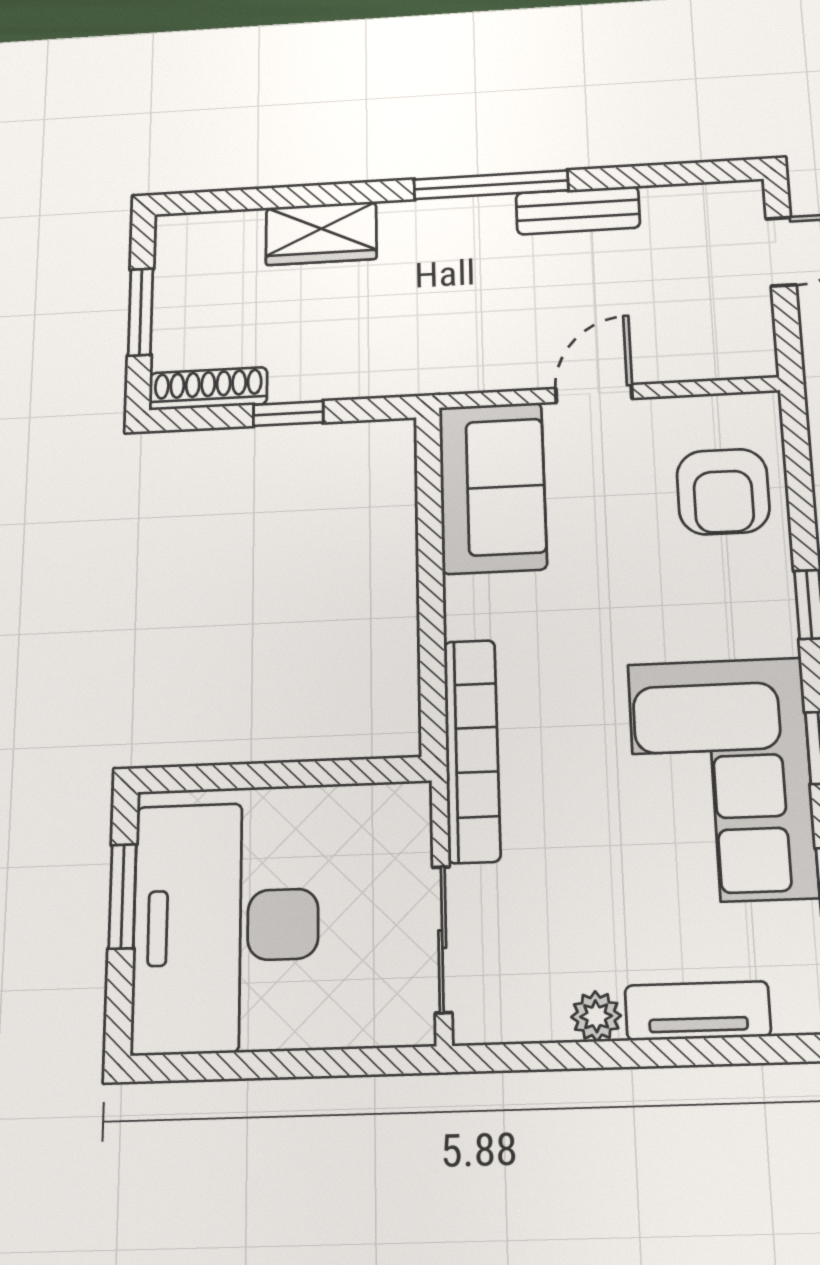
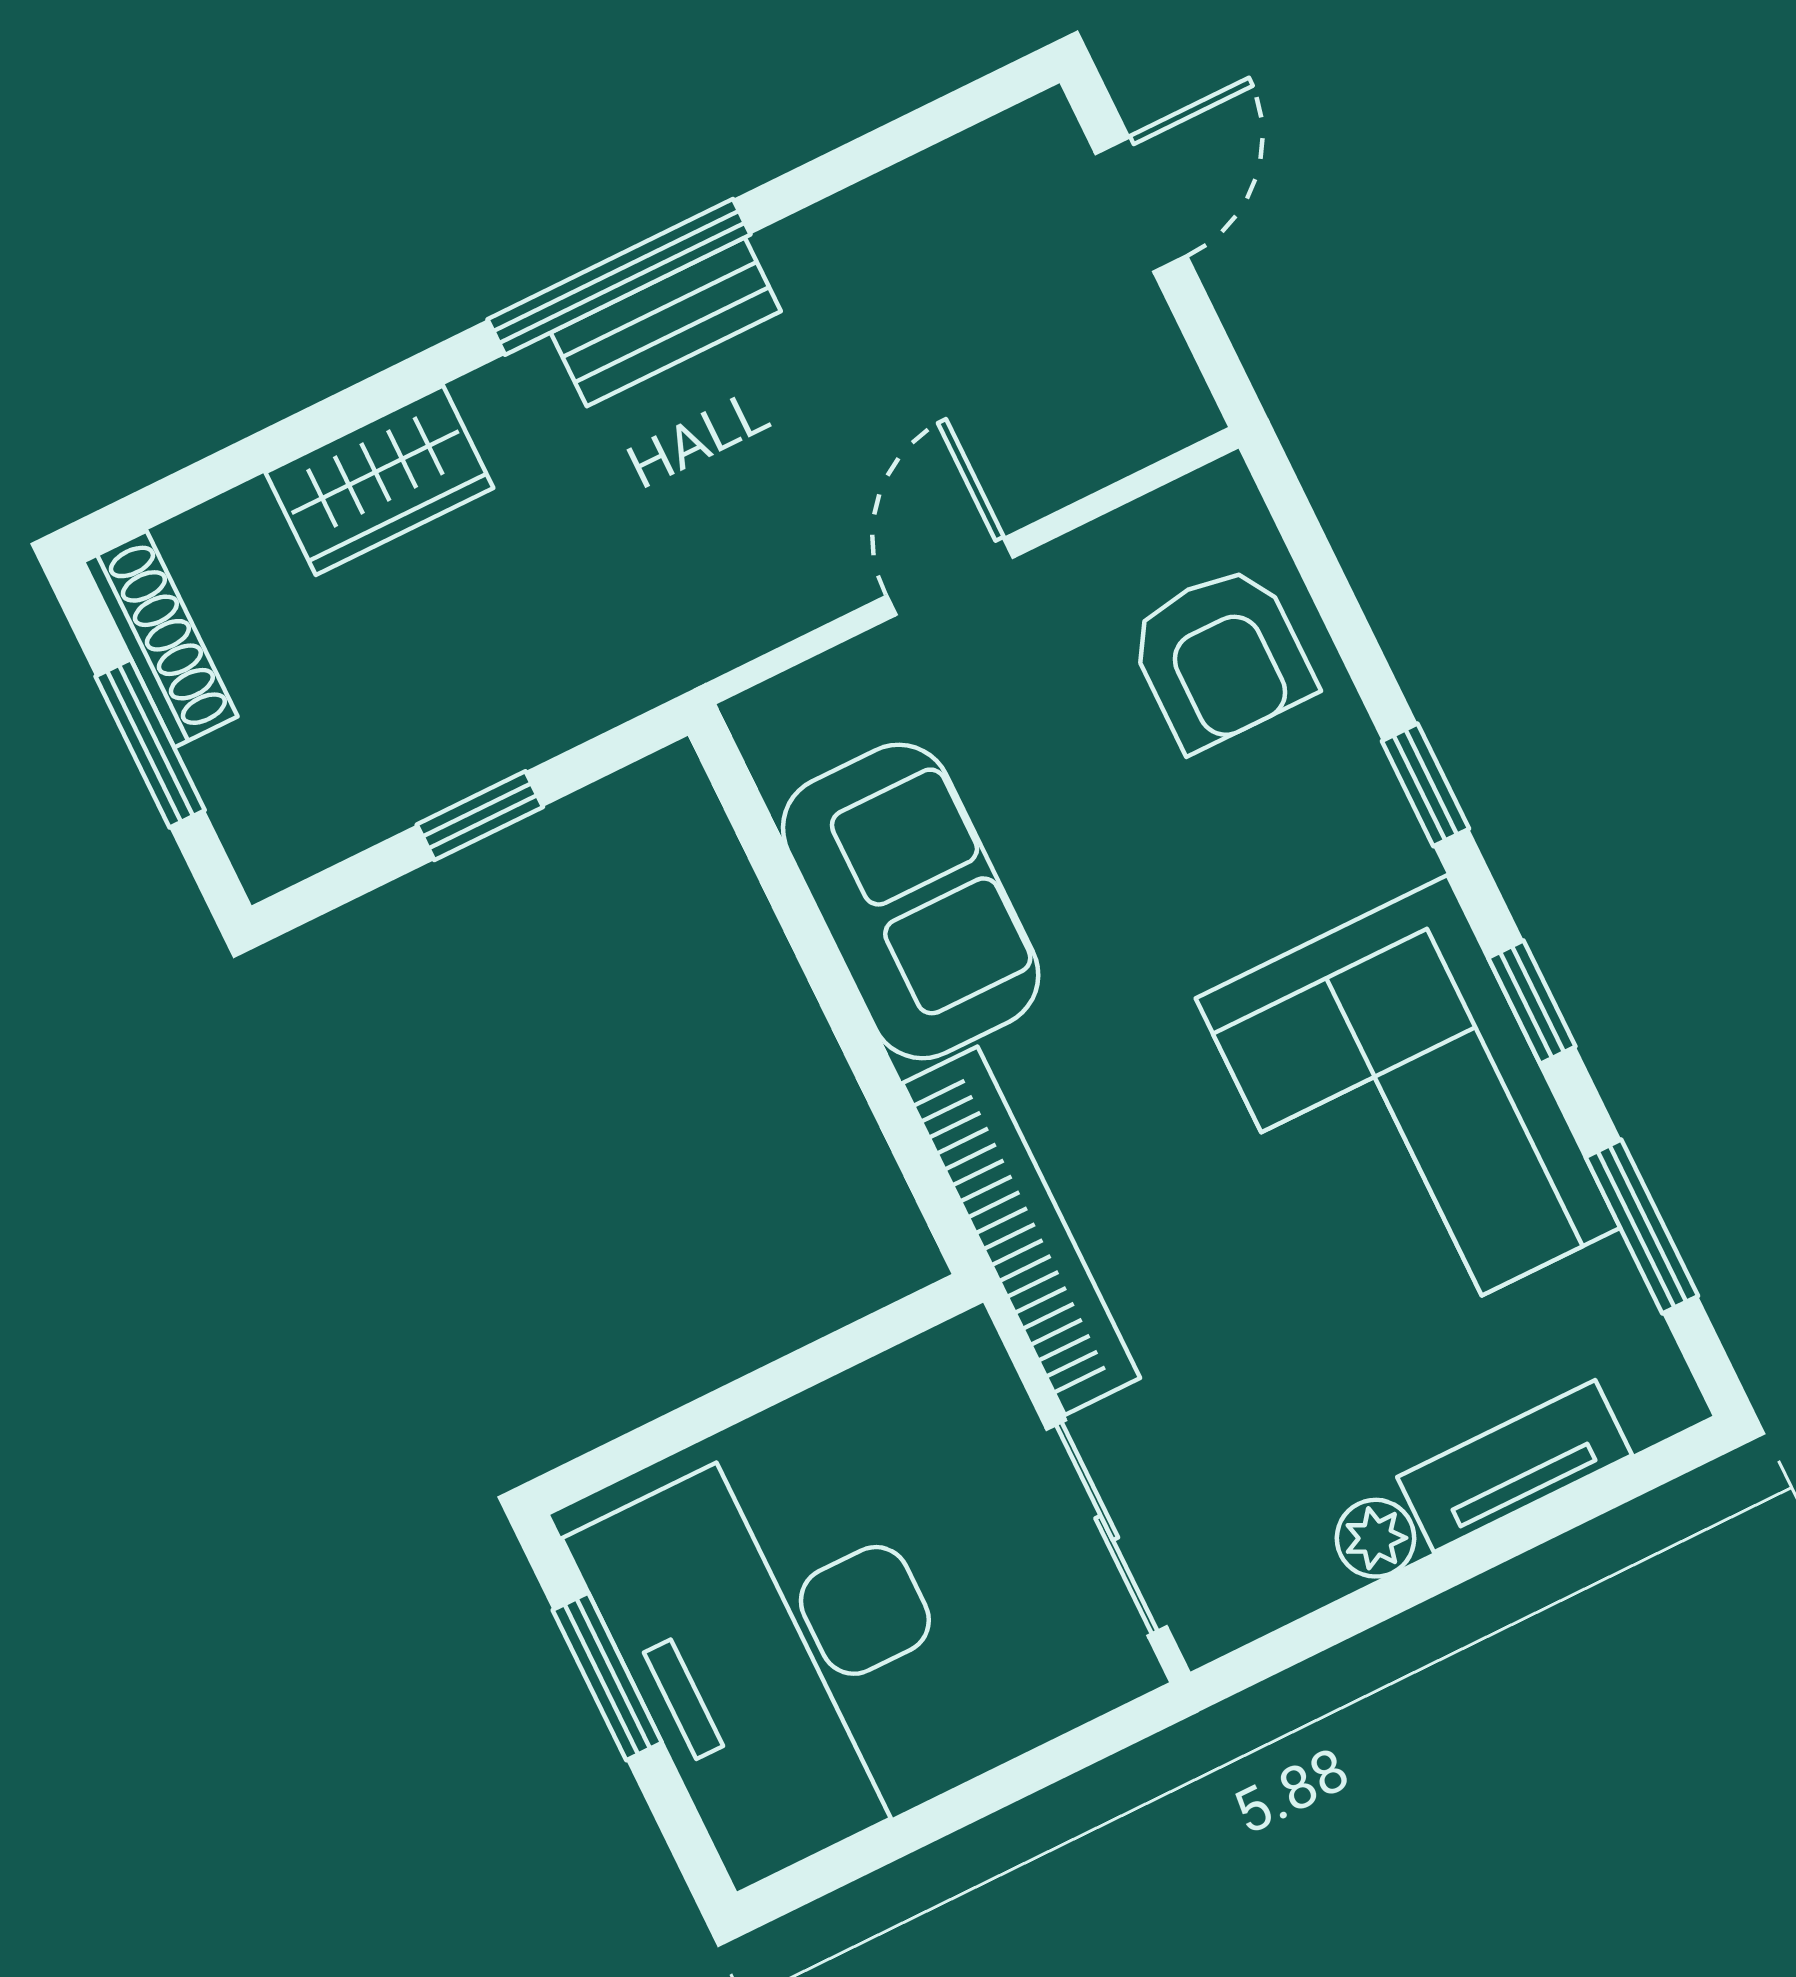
bench: (578, 210) -> (666, 322), moved
shoe rack: (208, 389) -> (160, 639), moved, turned 90
sofa: (492, 487) -> (911, 901), moved

